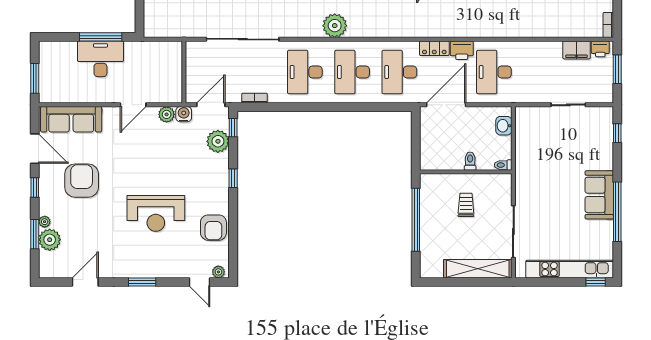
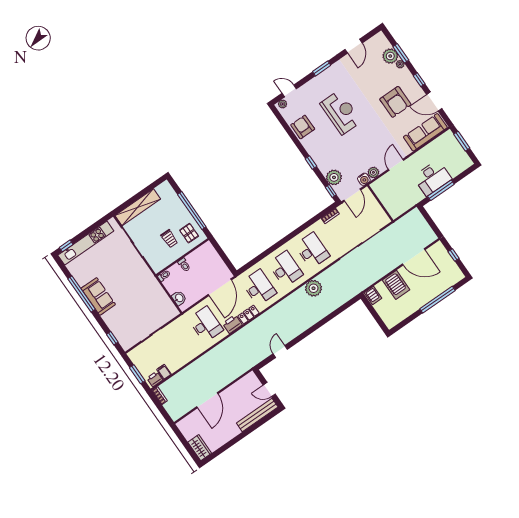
filing cabinet: (577, 50) -> (164, 372), width x0.50
pallet: (438, 195) -> (189, 233), added
reception desk: (156, 213) -> (341, 112), turned 90

